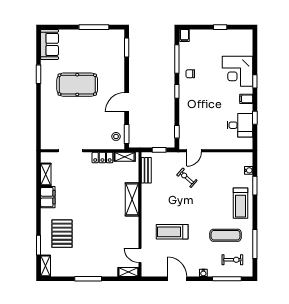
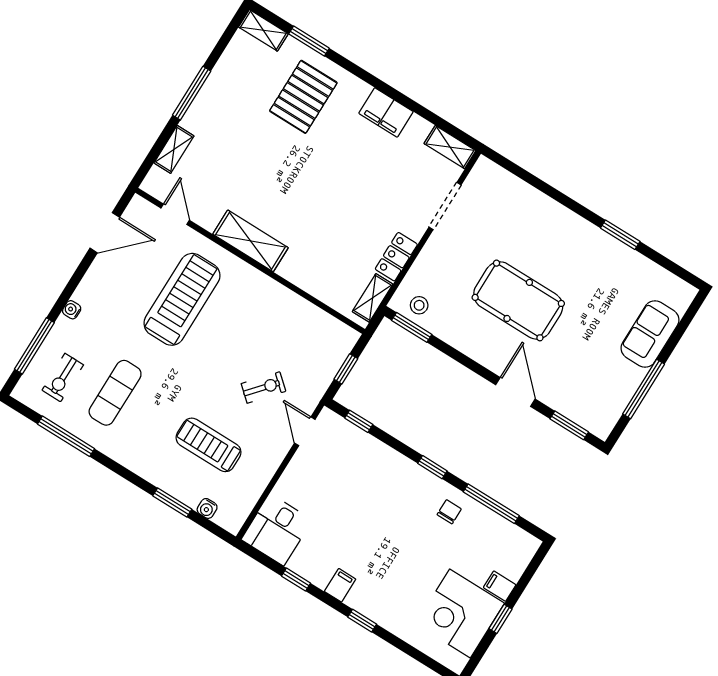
filing cabinet: (184, 35) -> (500, 586), moved
sofa: (50, 44) -> (650, 334), moved, turned 90
corner desk: (238, 71) -> (460, 614), moved, turned -90
pool table: (77, 85) -> (518, 300), moved, turned 90
door: (127, 102) -> (515, 392), moved
desk: (240, 125) -> (277, 530), moved
bench: (146, 170) -> (323, 322), removed
shelving: (46, 174) -> (450, 147), moved
shelving: (132, 199) -> (250, 241), moved
treadmill: (240, 203) -> (209, 445), moved
treadmill: (172, 232) -> (182, 299), width x1.37, depth x1.38
pallet: (62, 234) -> (303, 97), turned 90
door: (140, 255) -> (175, 214), hinge flipped
shelving: (128, 272) -> (174, 149), moved
door: (177, 279) -> (105, 233), moved

